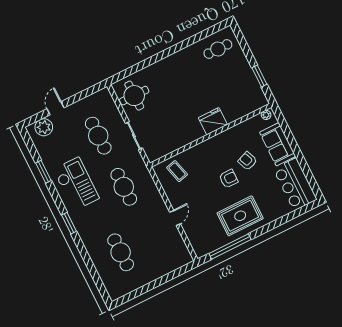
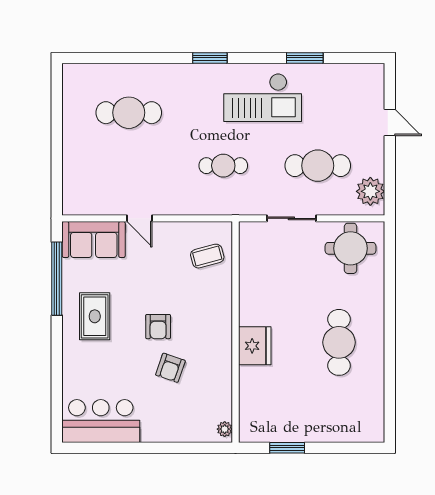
cafe table: (218, 49) -> (339, 342), moved, width x1.37, depth x1.35
plant: (44, 127) -> (370, 191), moved
sofa: (278, 144) -> (94, 240), moved, turned 180
armchair: (248, 161) -> (170, 368), turned 131
cafe table: (124, 187) -> (223, 166), width x0.73, depth x0.74
rug: (240, 216) -> (95, 316), width x0.73, depth x0.70

